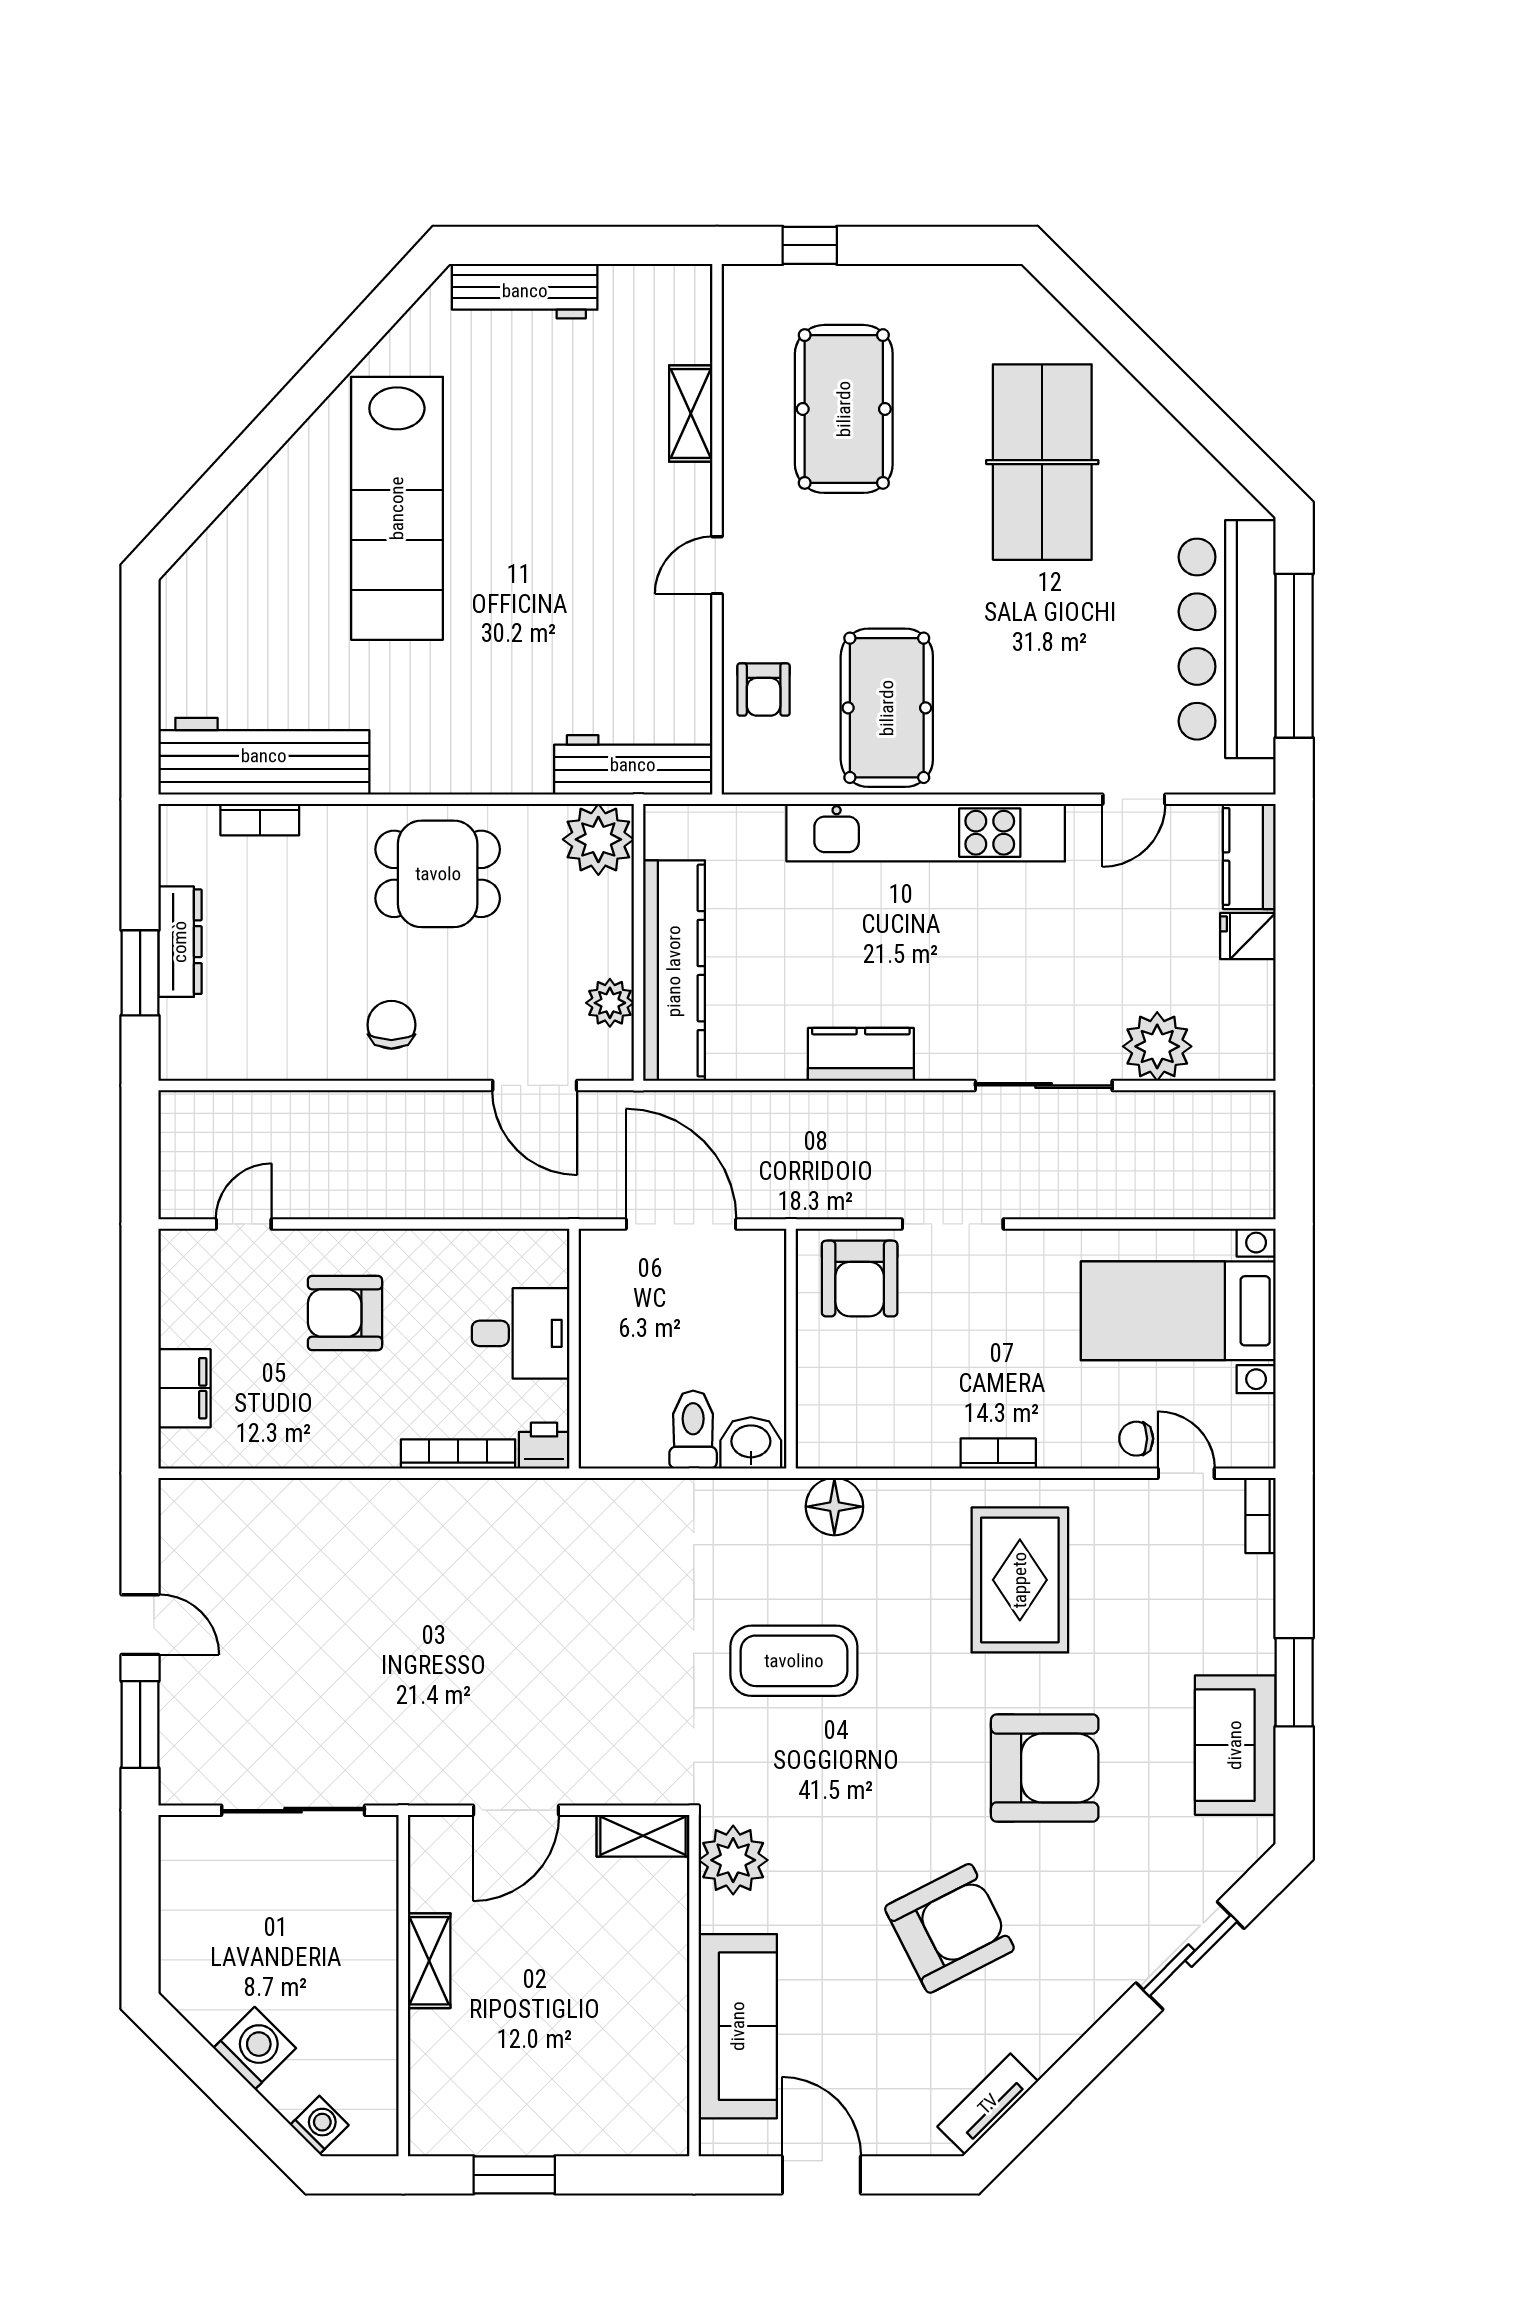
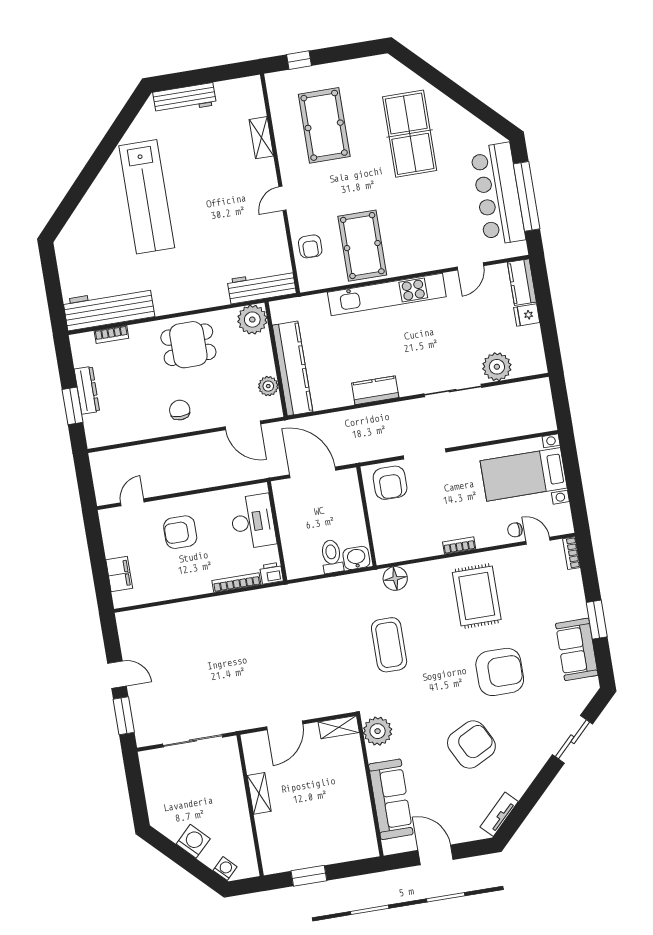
desk: (521, 1333) -> (253, 522), width x1.37
coffee table: (794, 1661) -> (389, 645), turned 90

